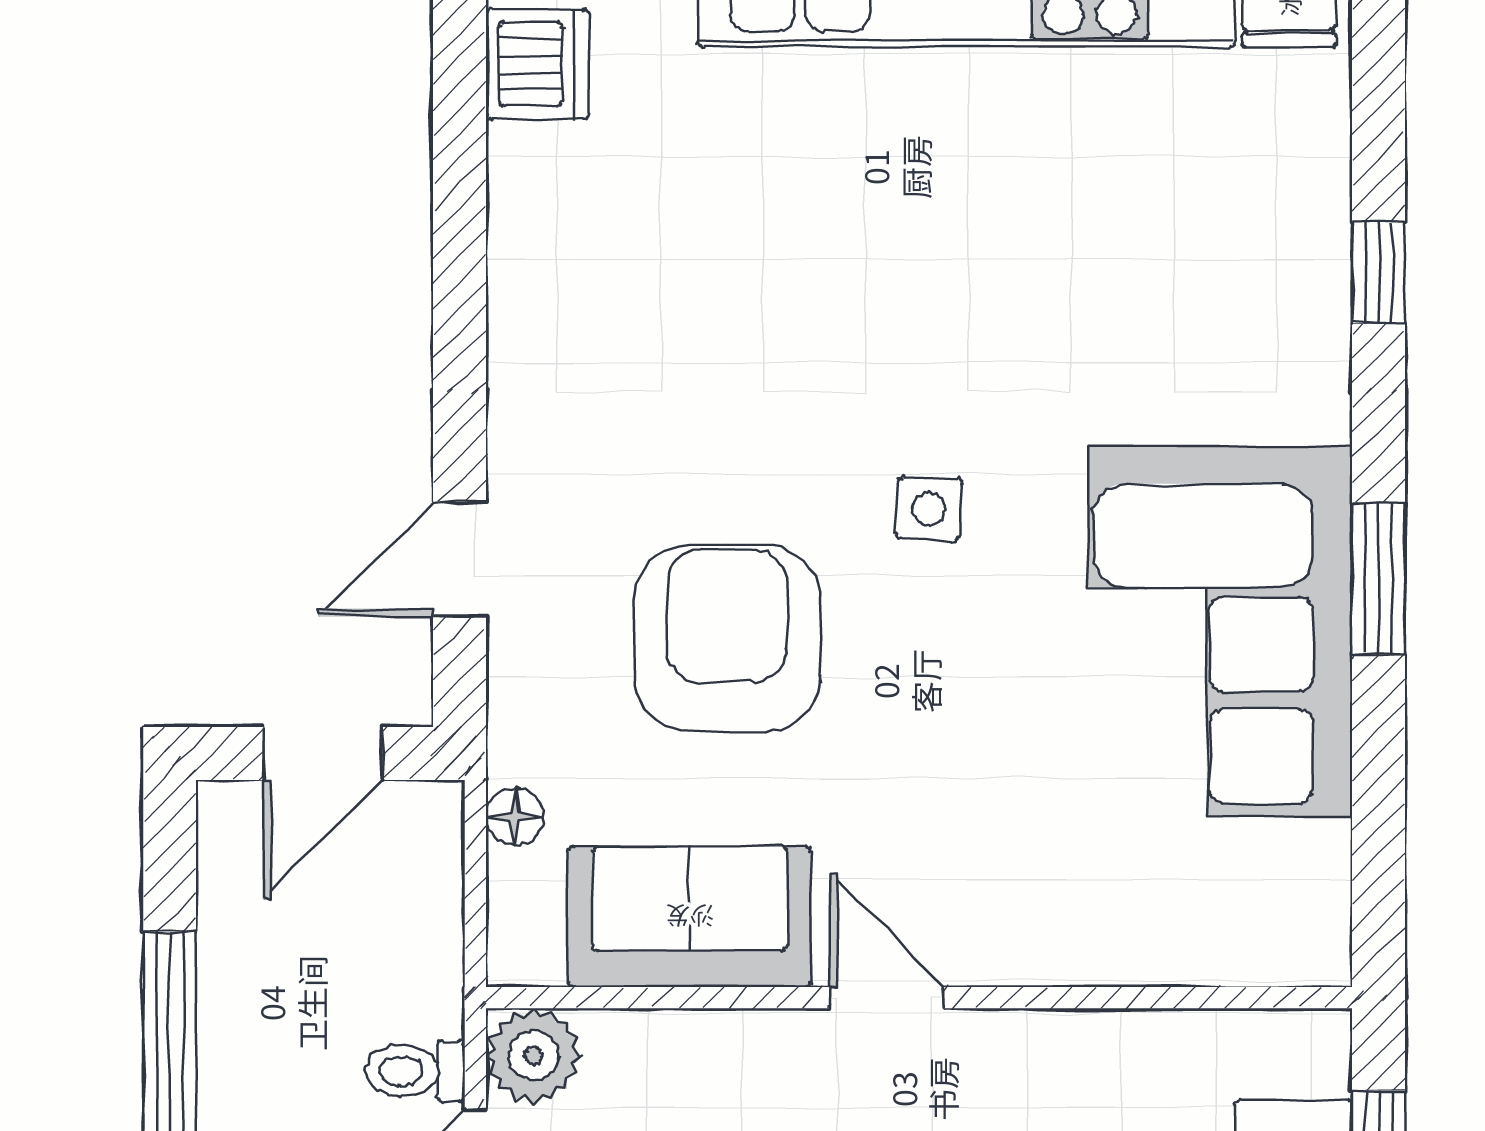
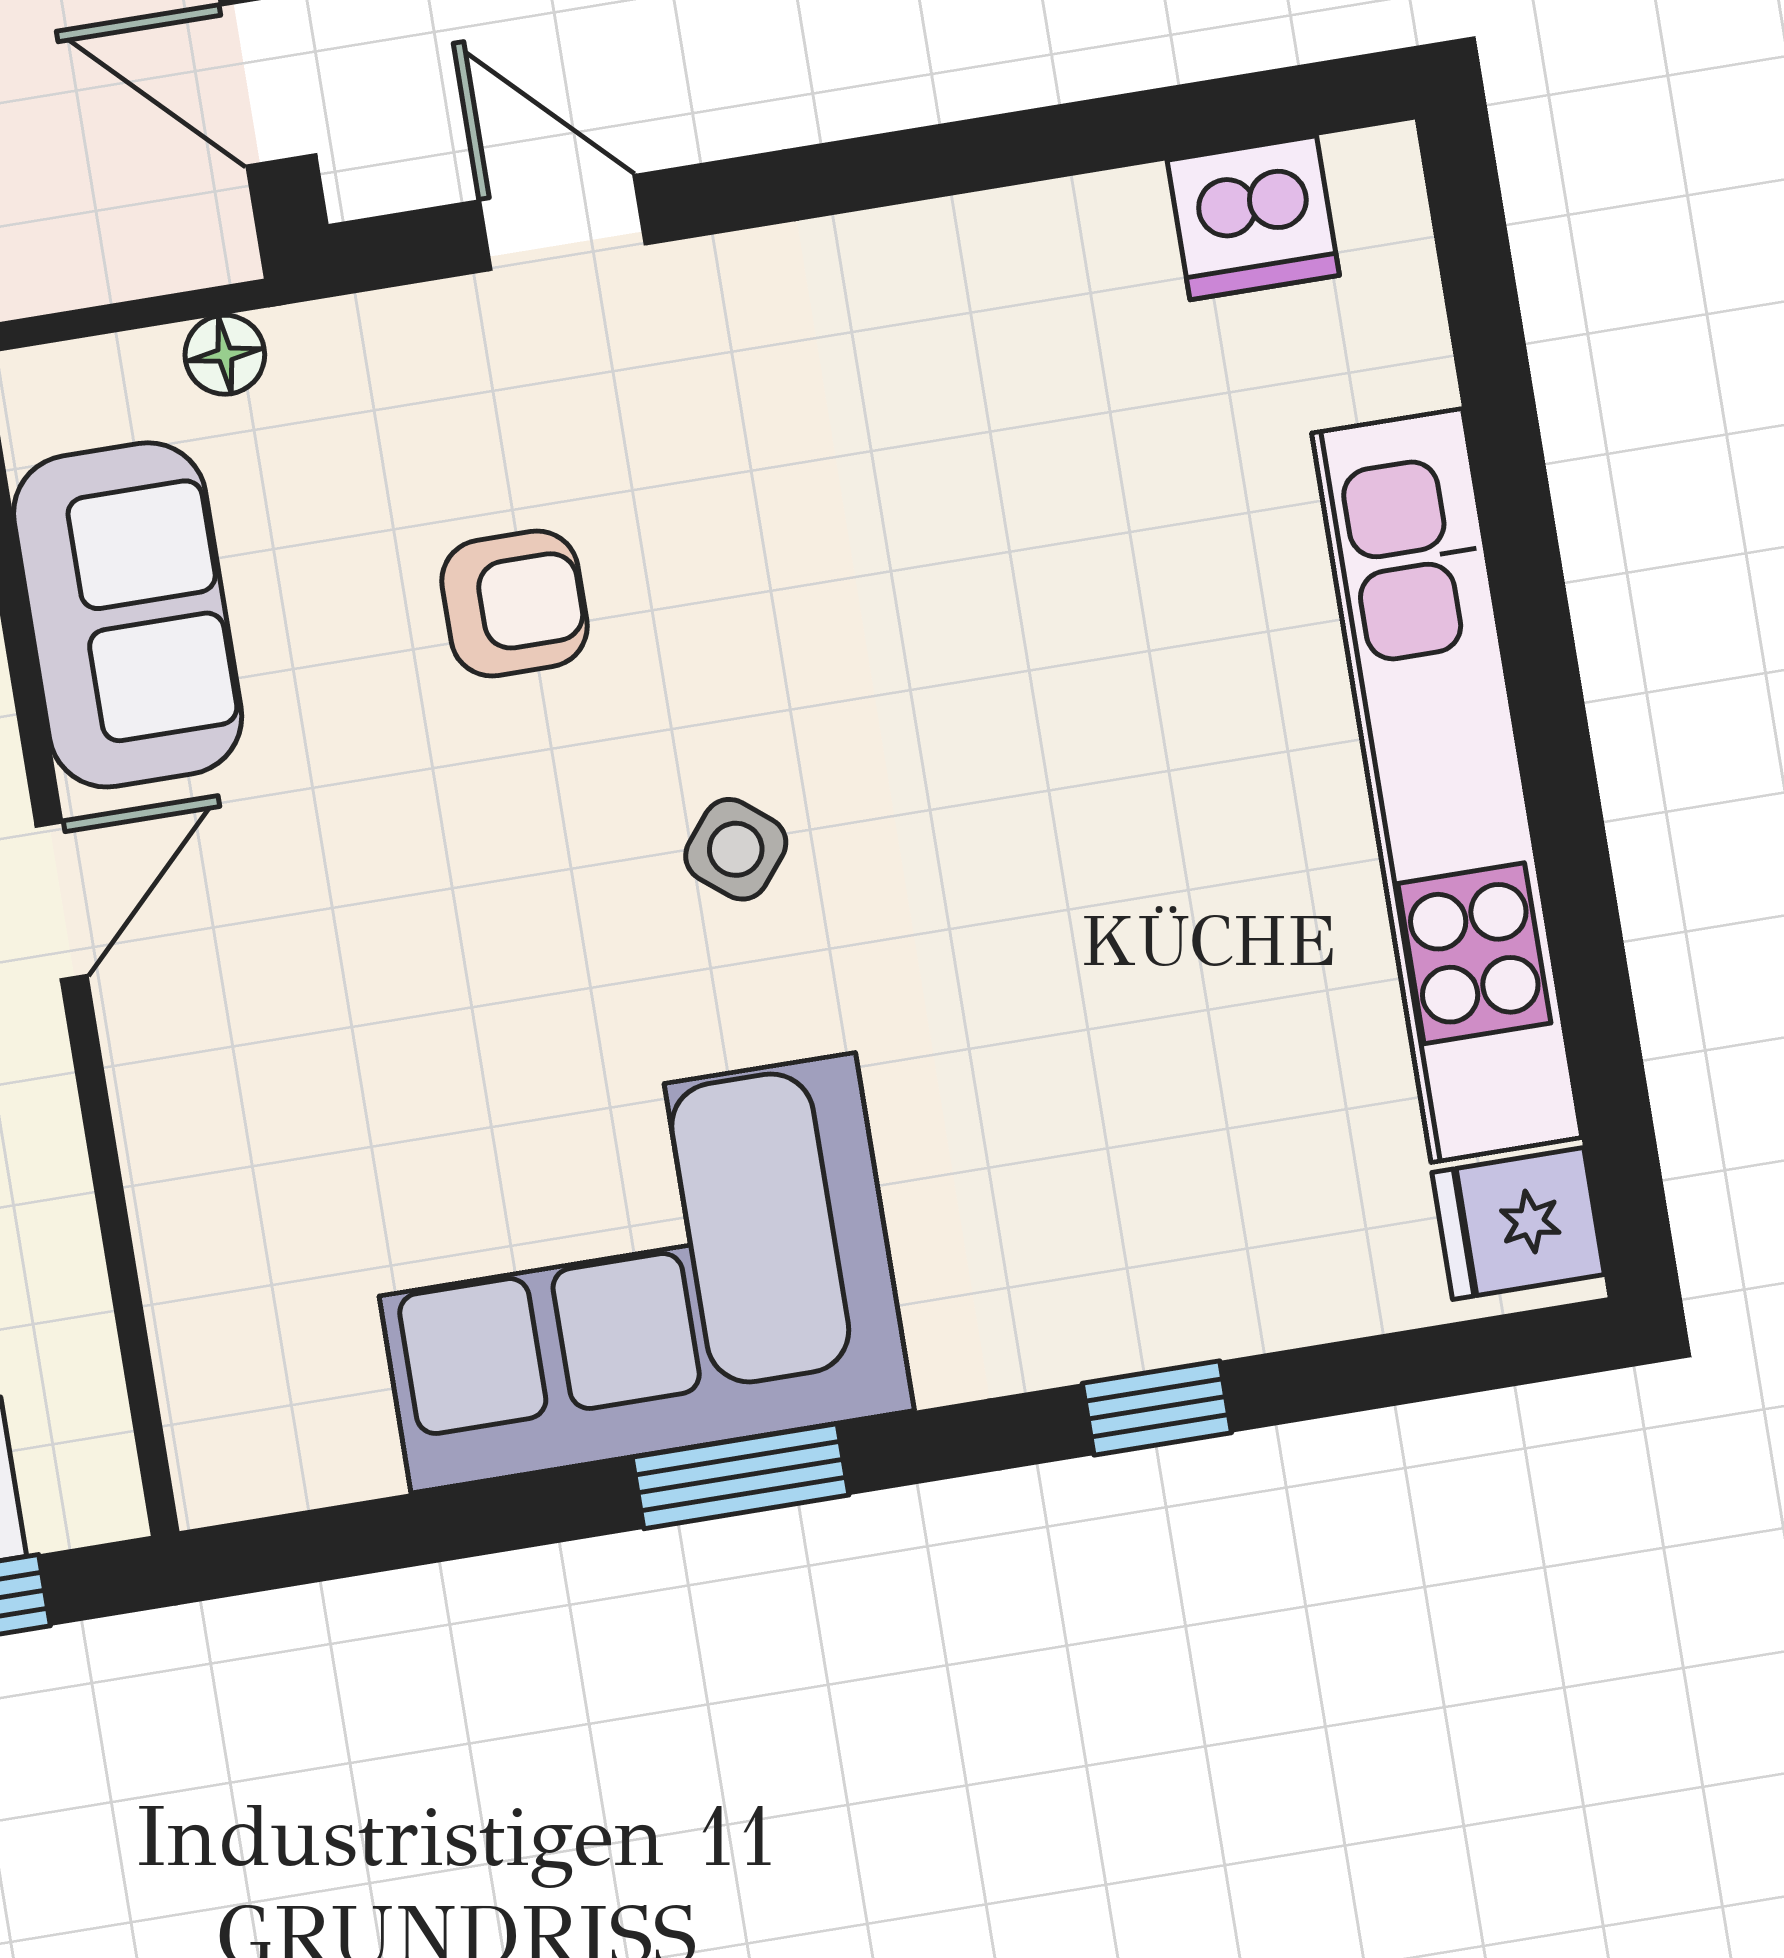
side table: (929, 509) -> (736, 849), turned 35
armchair: (727, 638) -> (514, 604), width x0.53, depth x0.53

